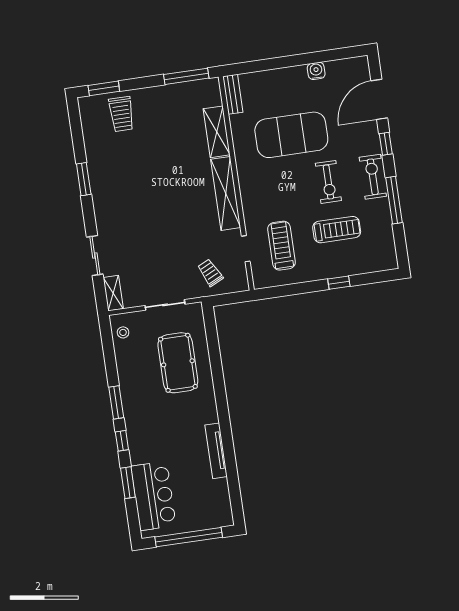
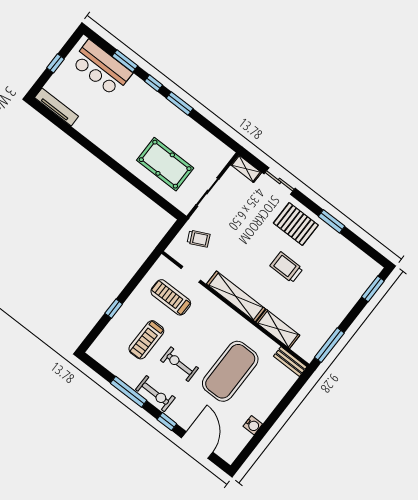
trolley: (121, 114) -> (286, 267), moved
pallet: (116, 206) -> (296, 224), added
treadmill: (282, 246) -> (171, 297), turned 180
stool: (123, 332) -> (217, 150), removed
tv unit: (216, 451) -> (57, 107), moved
window: (189, 537) -> (55, 63), width x0.32

